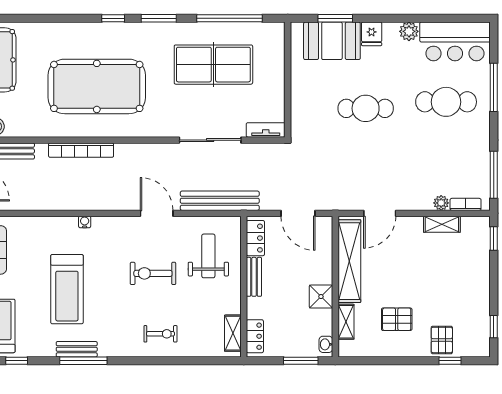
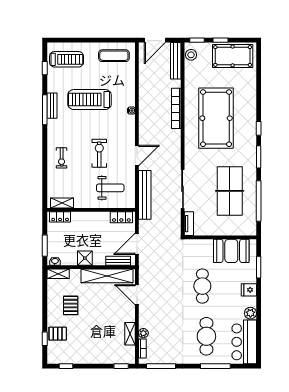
booth: (332, 41) -> (231, 251), moved, turned 90
bench: (254, 277) -> (118, 261), moved
shelving: (346, 322) -> (58, 274), moved

